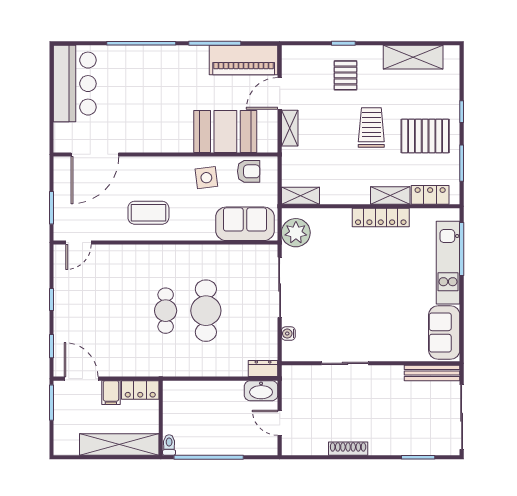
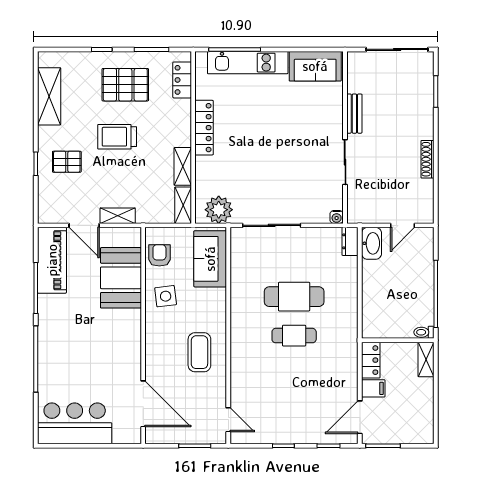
pallet: (425, 136) -> (125, 85), turned 90
shelving: (390, 195) -> (183, 166), moved
water cooler: (288, 334) -> (337, 217), moved
bench: (432, 373) -> (354, 114), moved, width x0.73
shelving: (119, 444) -> (426, 359), width x0.45, depth x0.75

